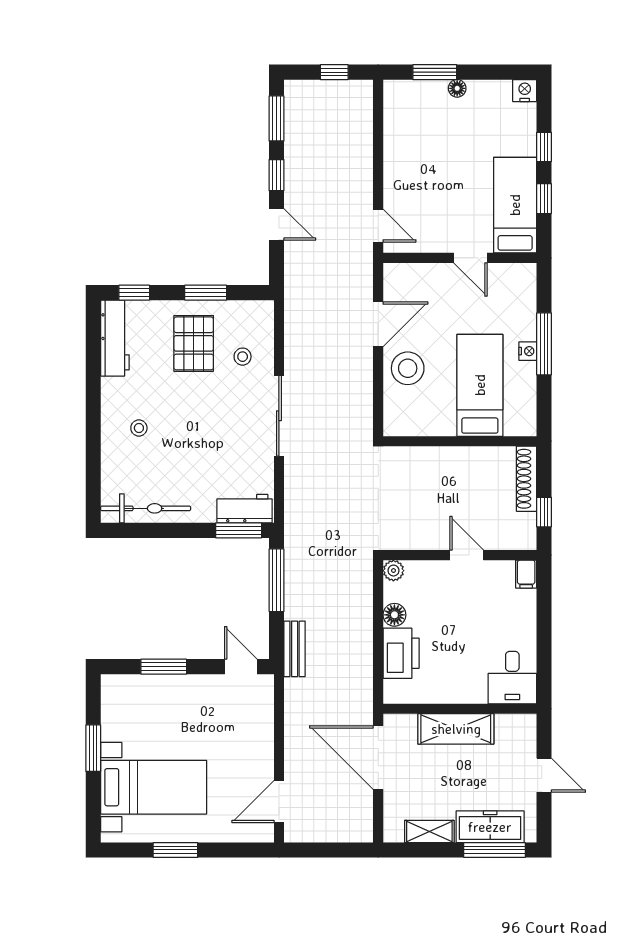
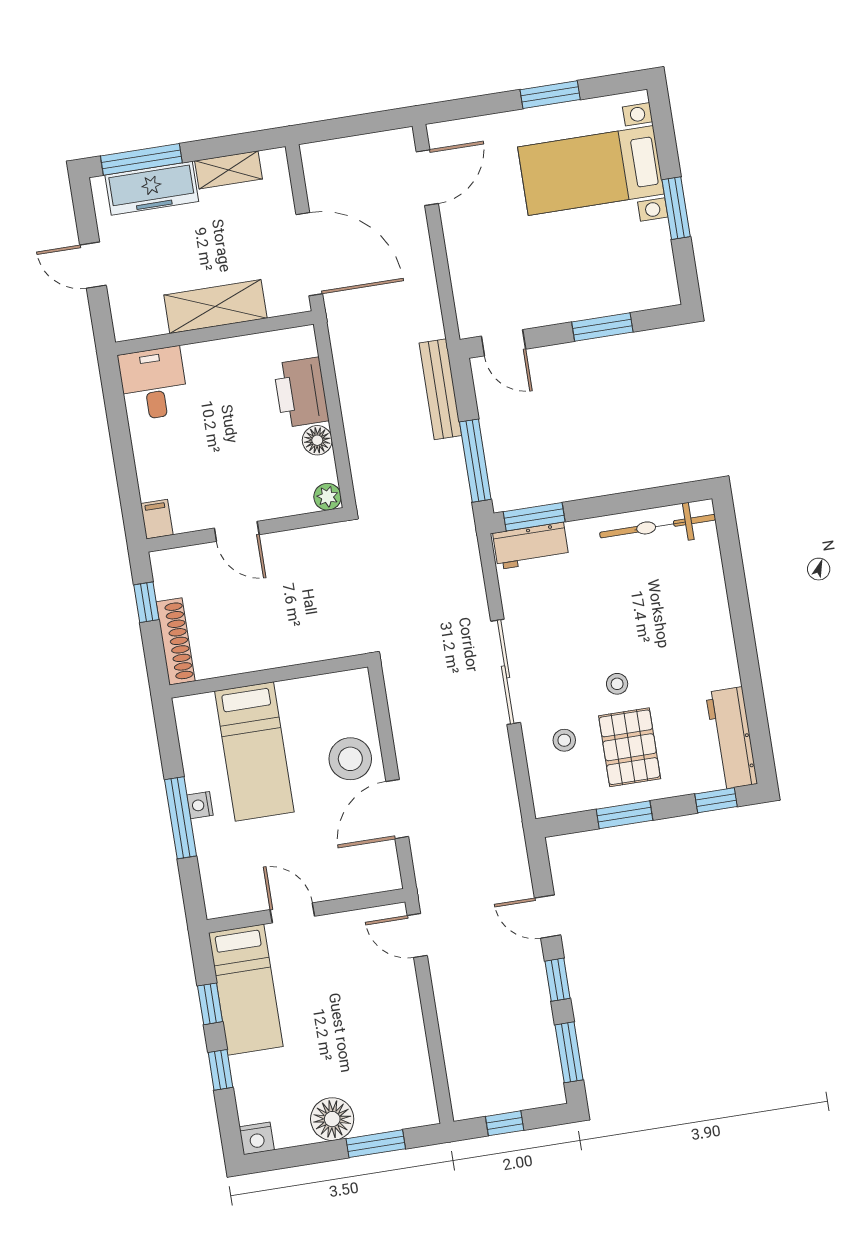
floor lamp: (457, 88) -> (332, 1119), width x1.89, depth x1.89
stool: (139, 428) -> (617, 684), moved
bench: (295, 649) -> (440, 389), width x1.36

